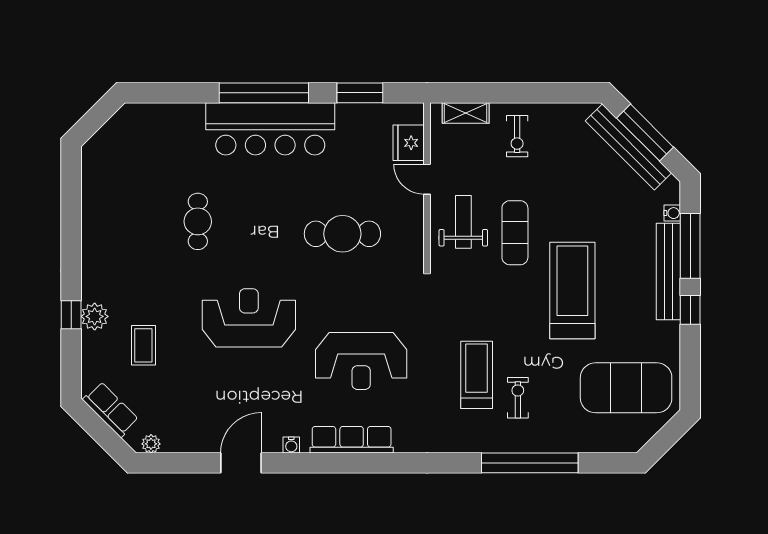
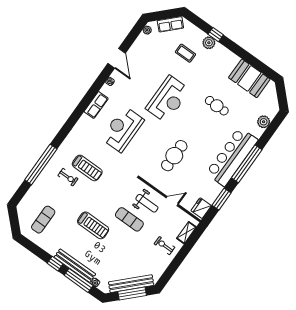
plant: (167, 116) -> (264, 122), added
fridge: (409, 143) -> (201, 208), moved, turned -90
booth: (107, 198) -> (249, 78), added
treadmill: (572, 291) -> (93, 225), width x0.73, depth x0.73
exercise mat: (626, 388) -> (43, 220), width x0.50, depth x0.69
row of seats: (352, 440) -> (96, 105), width x0.68

